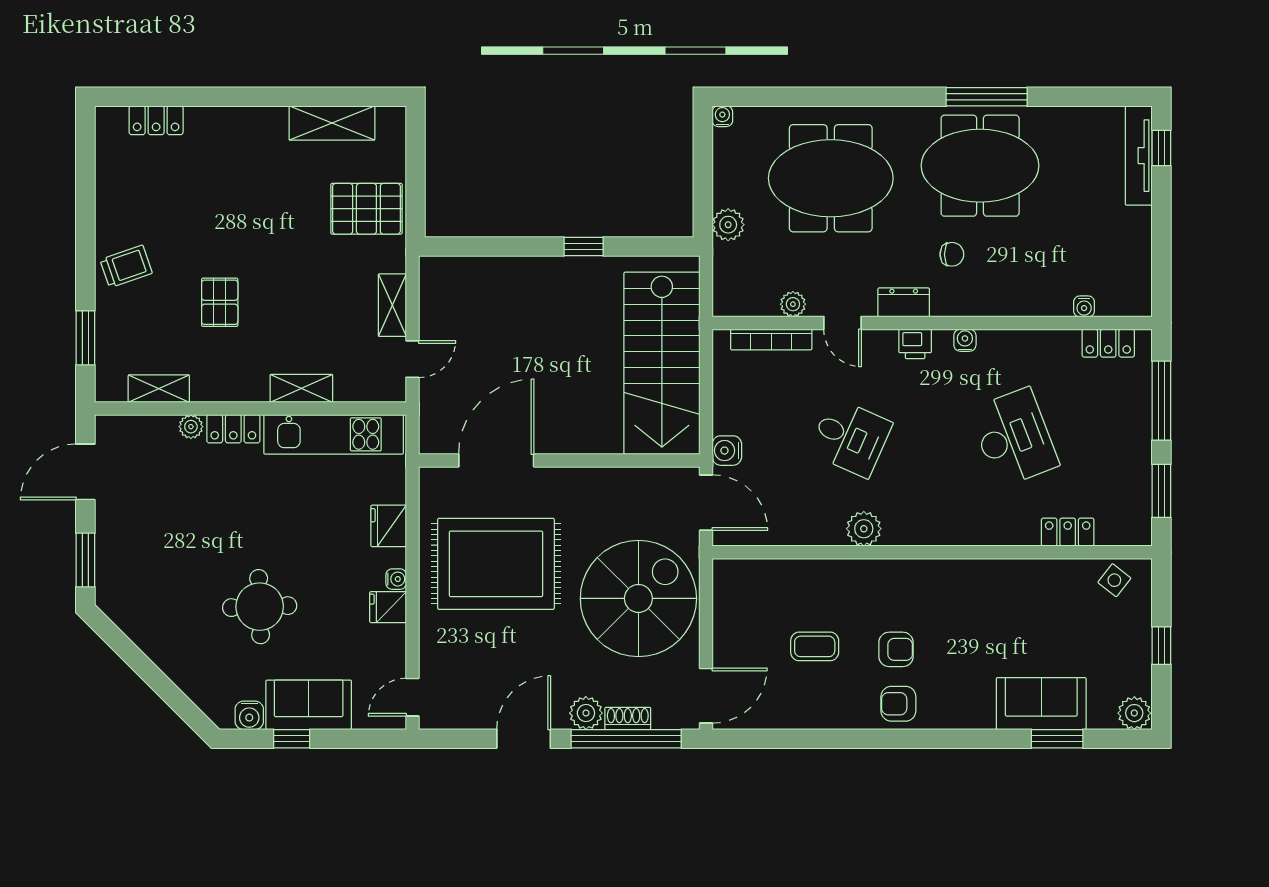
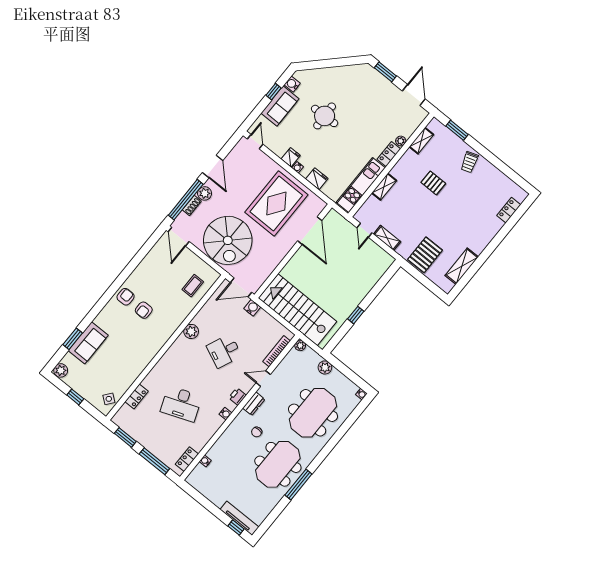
plant: (793, 304) -> (300, 345), moved
coffee table: (815, 646) -> (193, 286), moved

